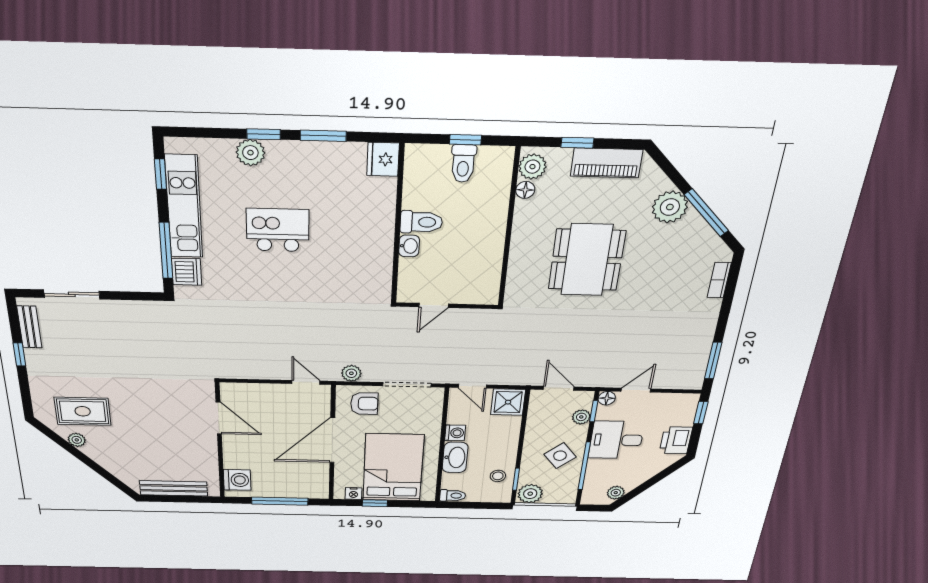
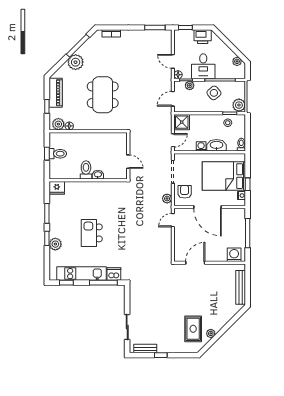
dining table: (587, 260) -> (103, 95), turned 90

